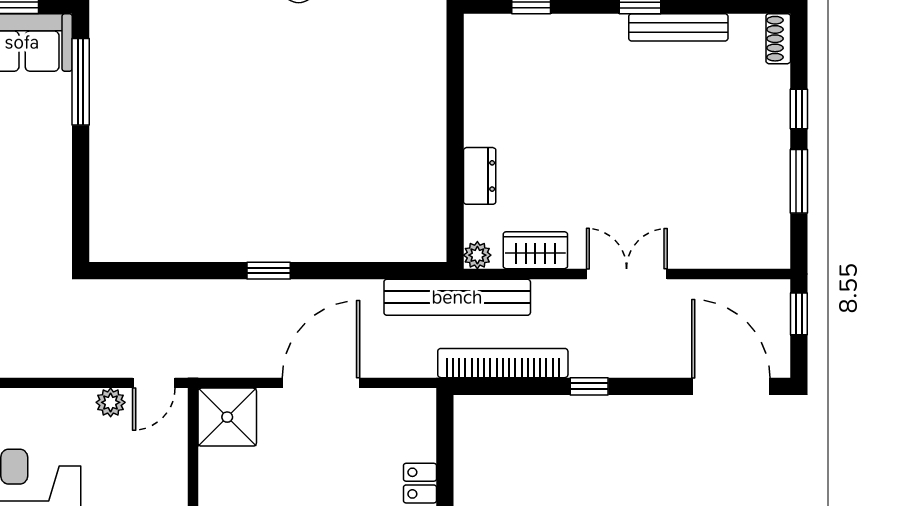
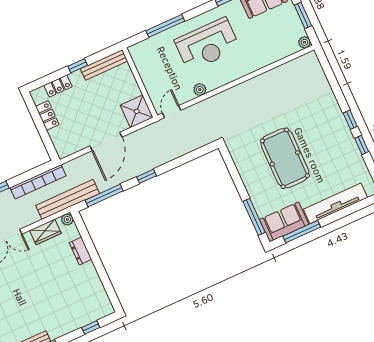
window: (377, 271) -> (104, 196), added
plant: (111, 402) -> (200, 90), moved

